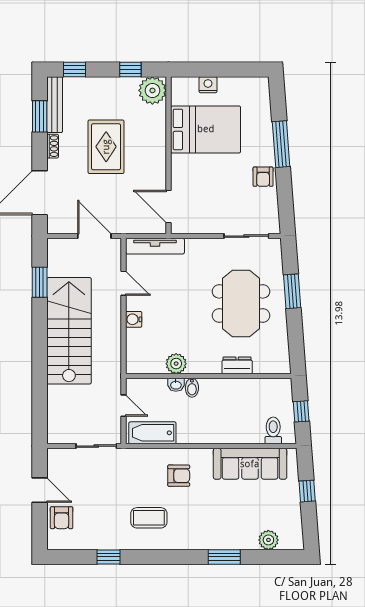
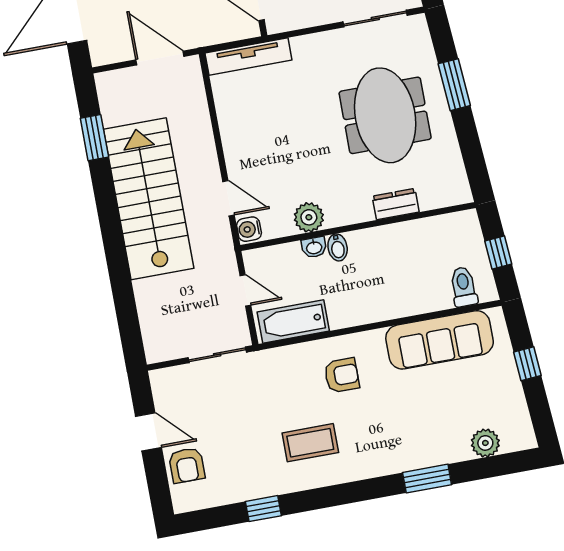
door: (124, 283) -> (228, 198), moved
water cooler: (134, 319) -> (249, 229), moved

